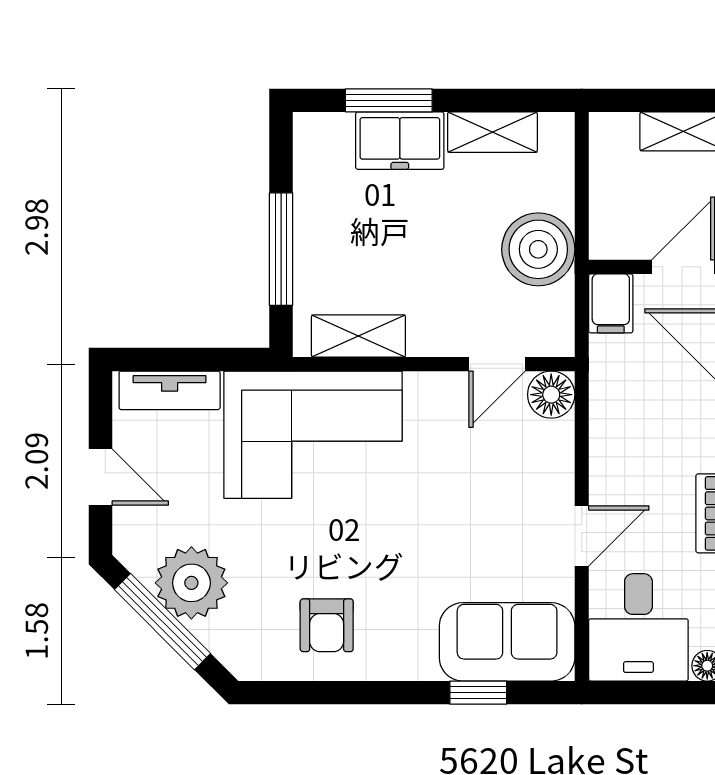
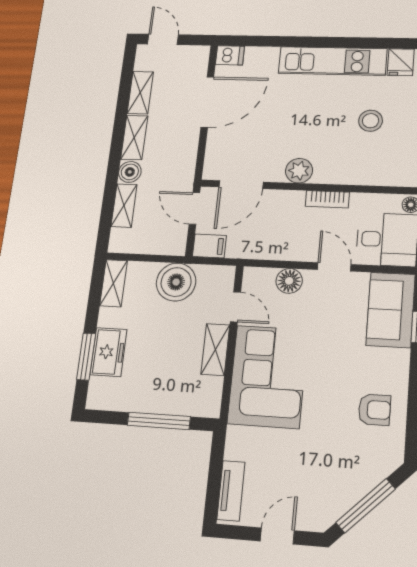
shelving: (492, 132) -> (114, 283), moved
shelving: (358, 336) -> (215, 350), moved
floor lamp: (551, 395) -> (289, 281), moved
corner sofa: (313, 435) -> (268, 376), moved
plant: (191, 583) -> (344, 487), removed

